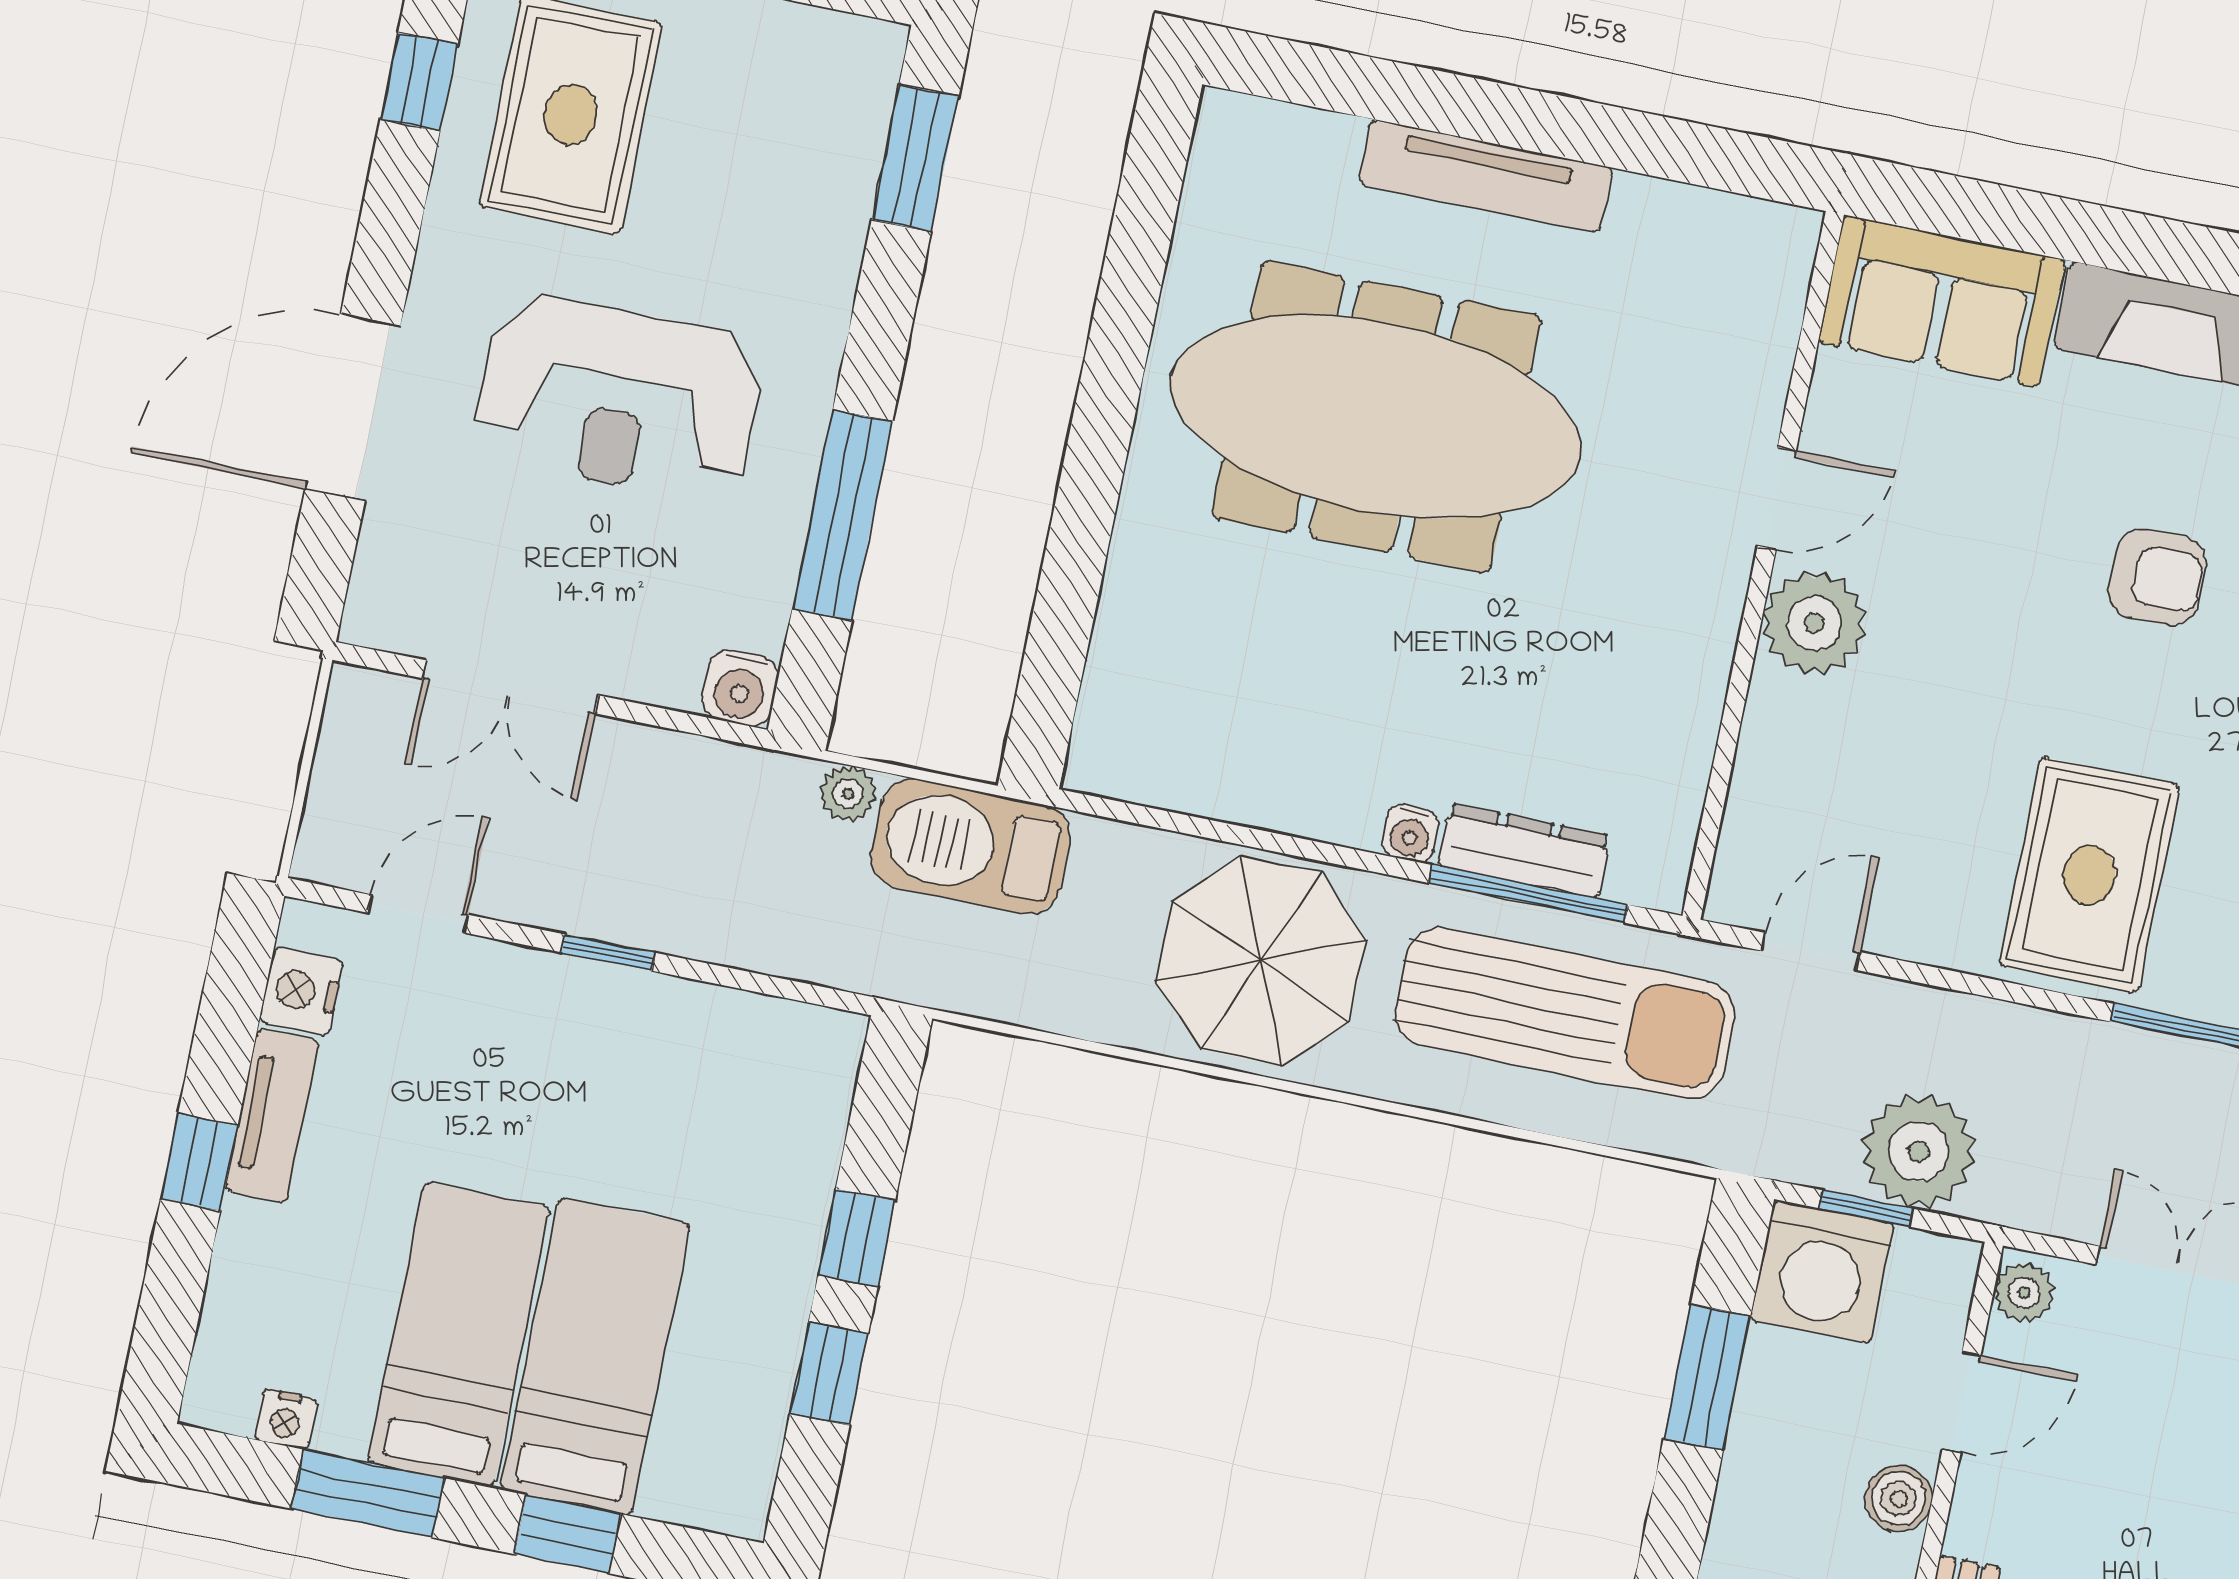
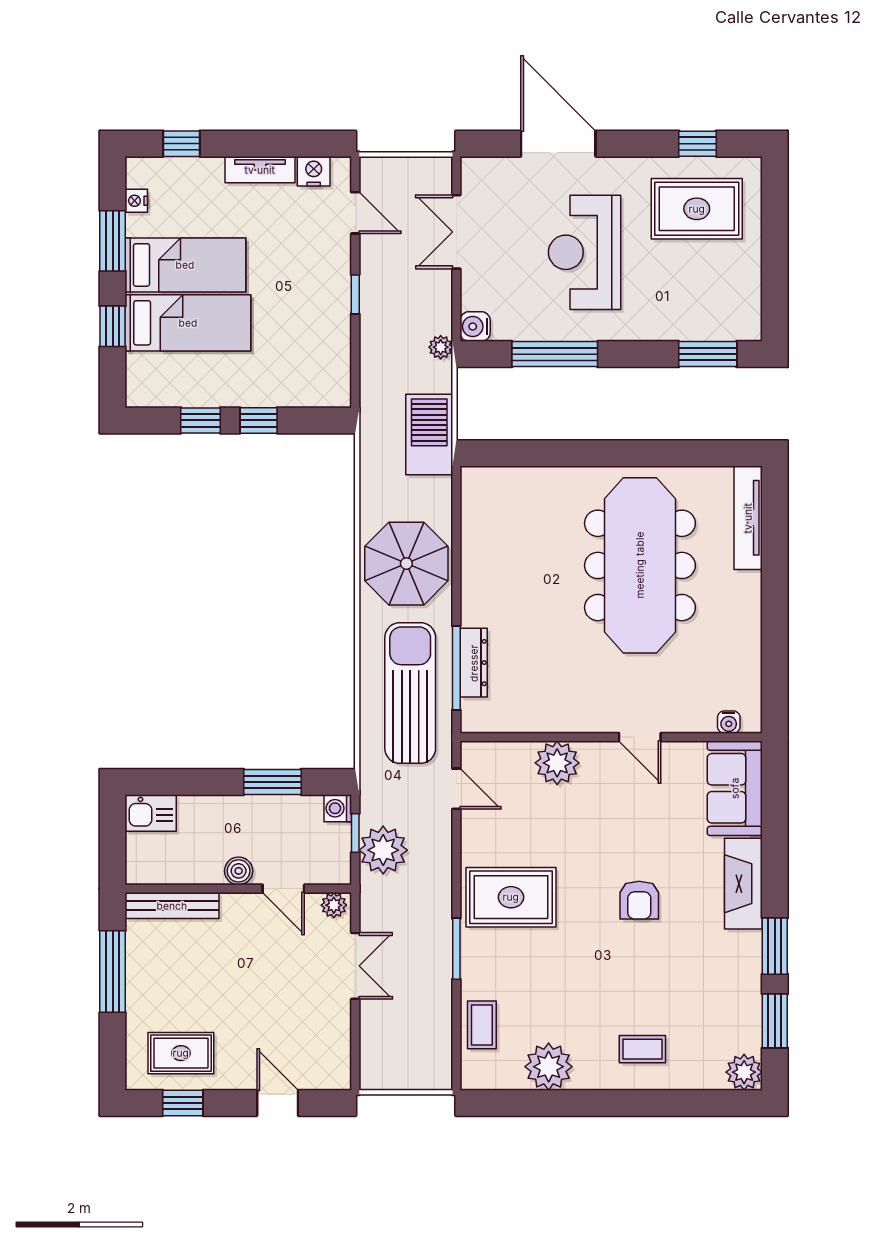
tv unit: (1485, 176) -> (748, 518), moved
plant: (1814, 623) -> (557, 763), moved
plant: (848, 794) -> (441, 347), moved
water cooler: (1410, 834) -> (729, 722), moved, turned -90
sun lounger: (1565, 1013) -> (410, 693), turned 180
window: (199, 1162) -> (181, 144), moved
washing machine: (1822, 1272) -> (338, 808), width x0.53, depth x0.53

